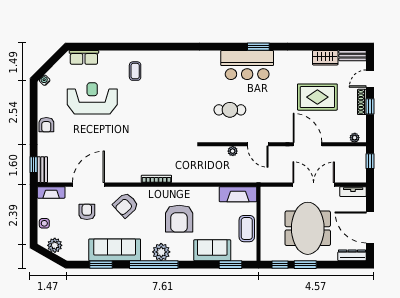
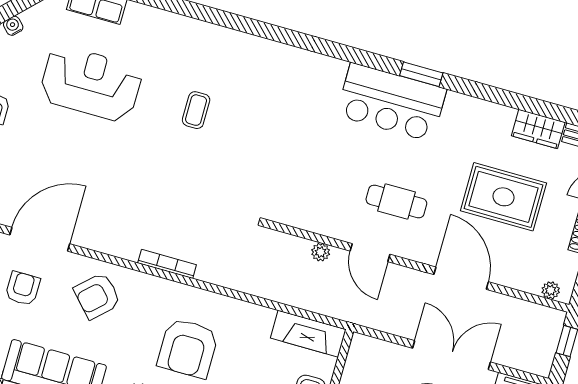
coffee table: (135, 71) -> (196, 110), moved
cafe table: (230, 110) -> (396, 202), moved

